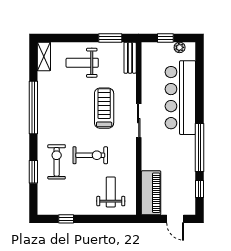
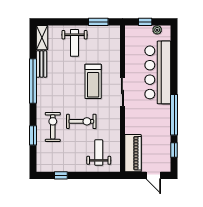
bench: (130, 58) -> (42, 64), moved
weight bench: (82, 63) -> (74, 43), turned -90
treadmill: (104, 108) -> (93, 81), turned 180

